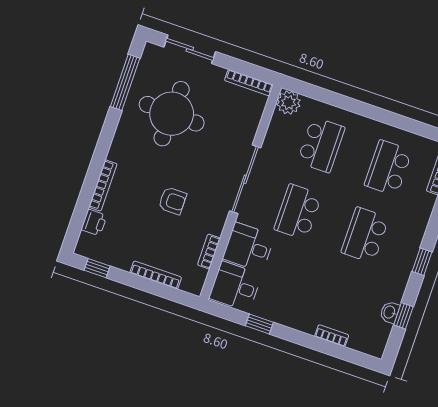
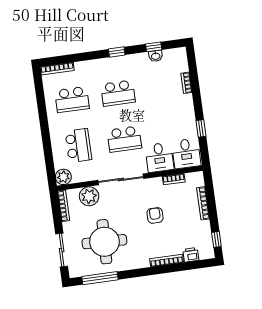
plant: (244, 124) -> (89, 196), added
school desk: (321, 145) -> (78, 145), turned 90

